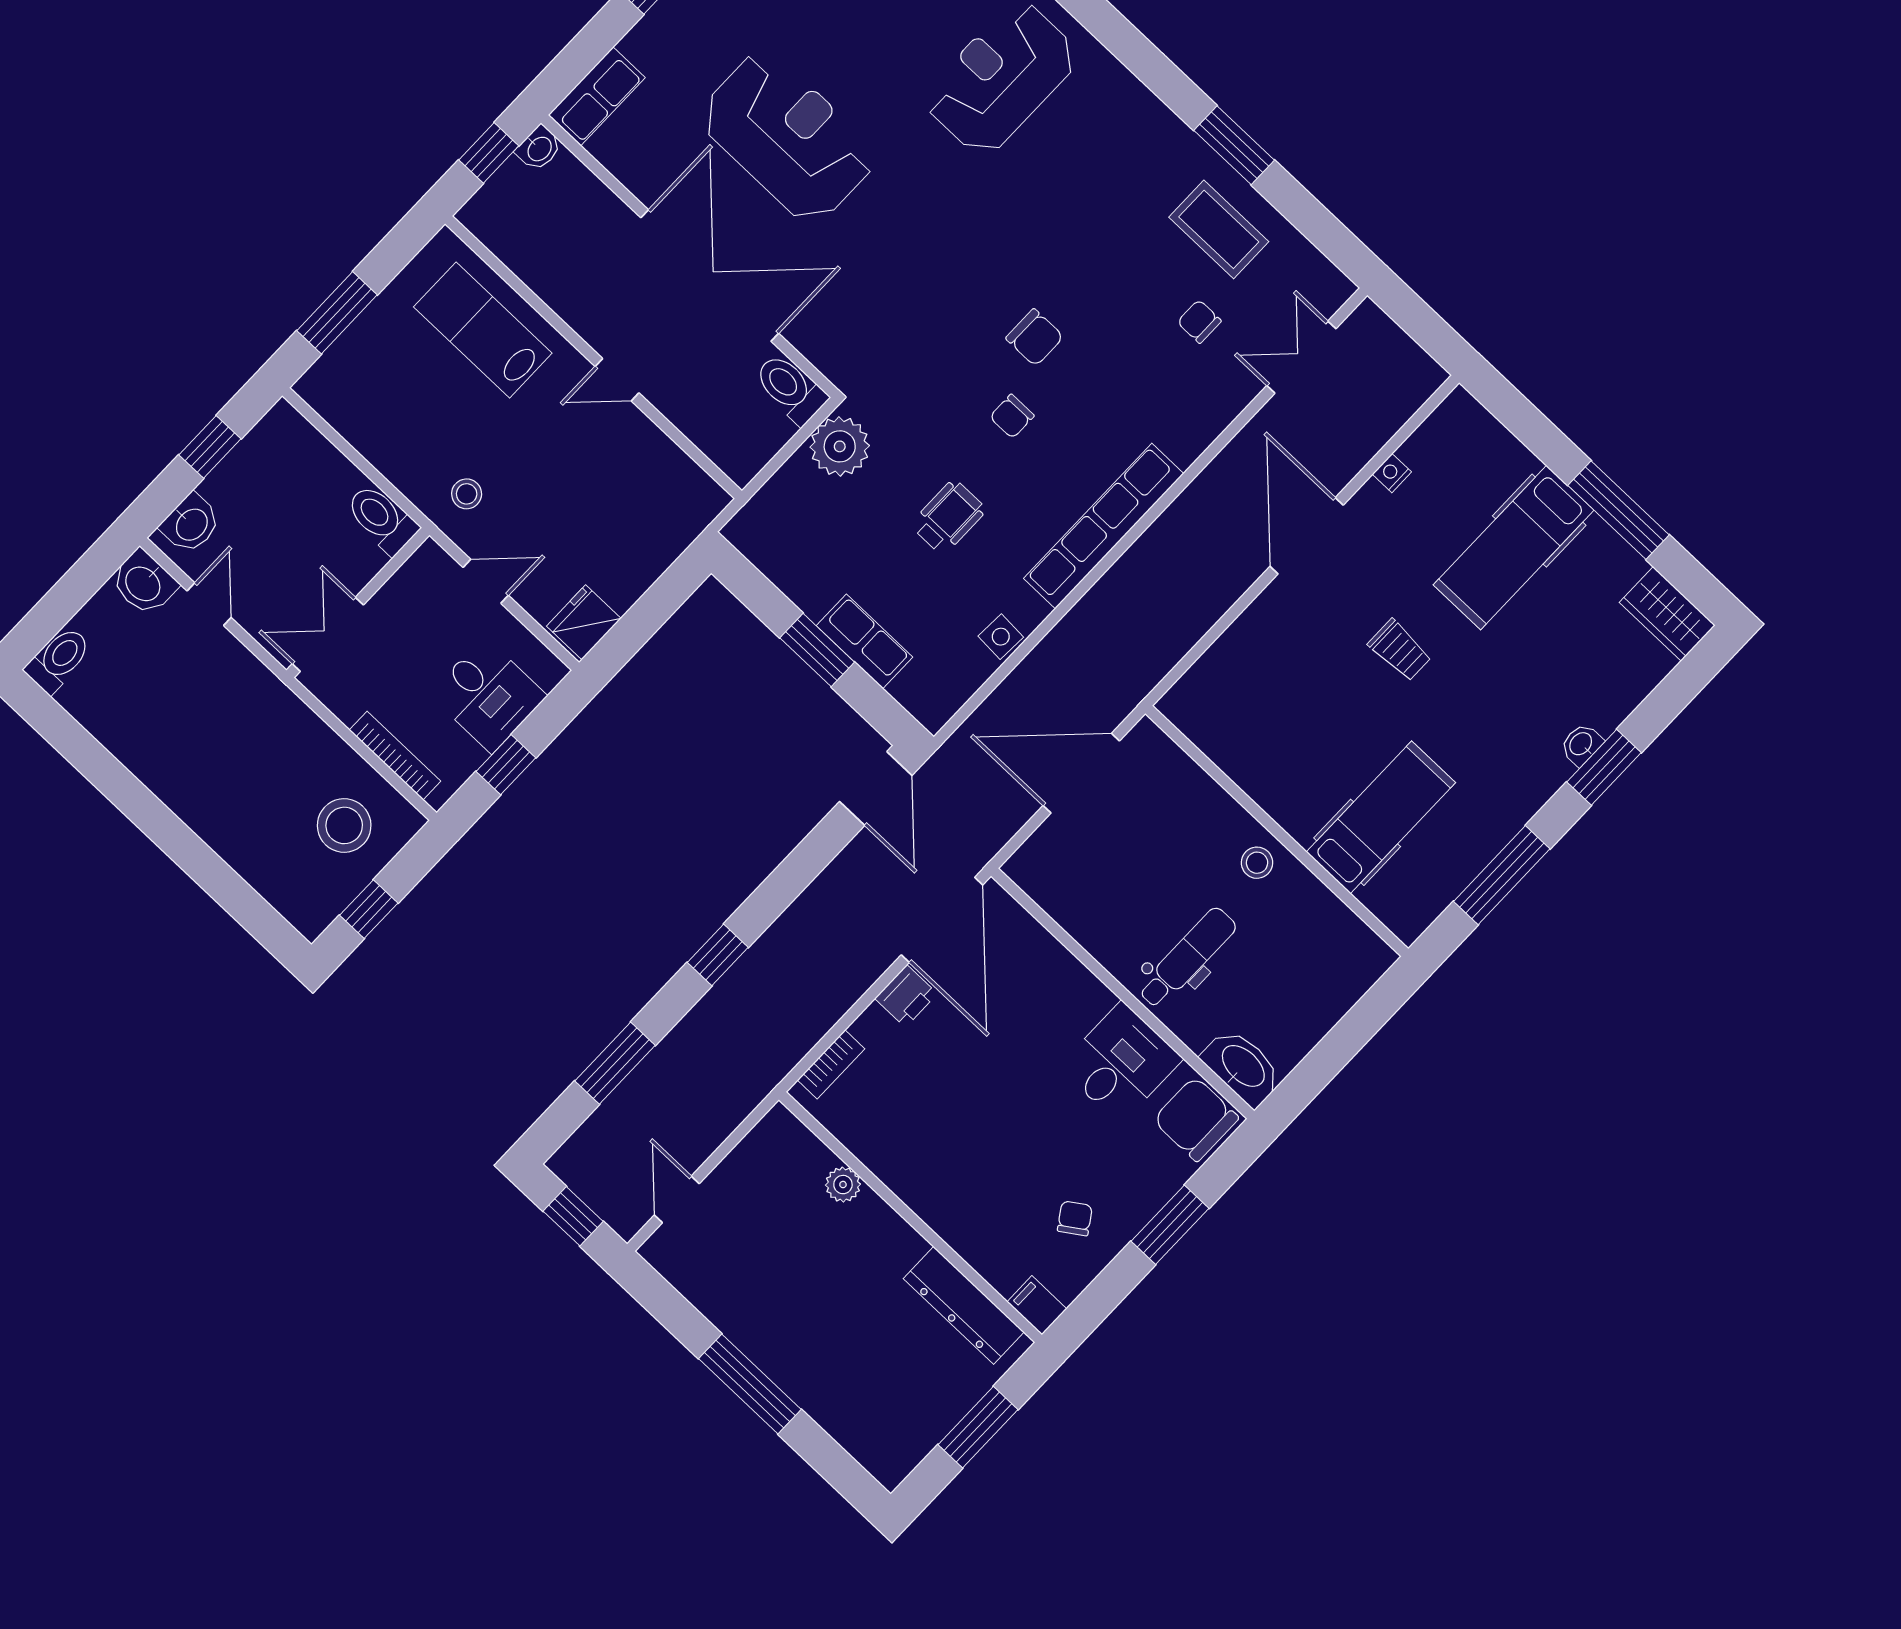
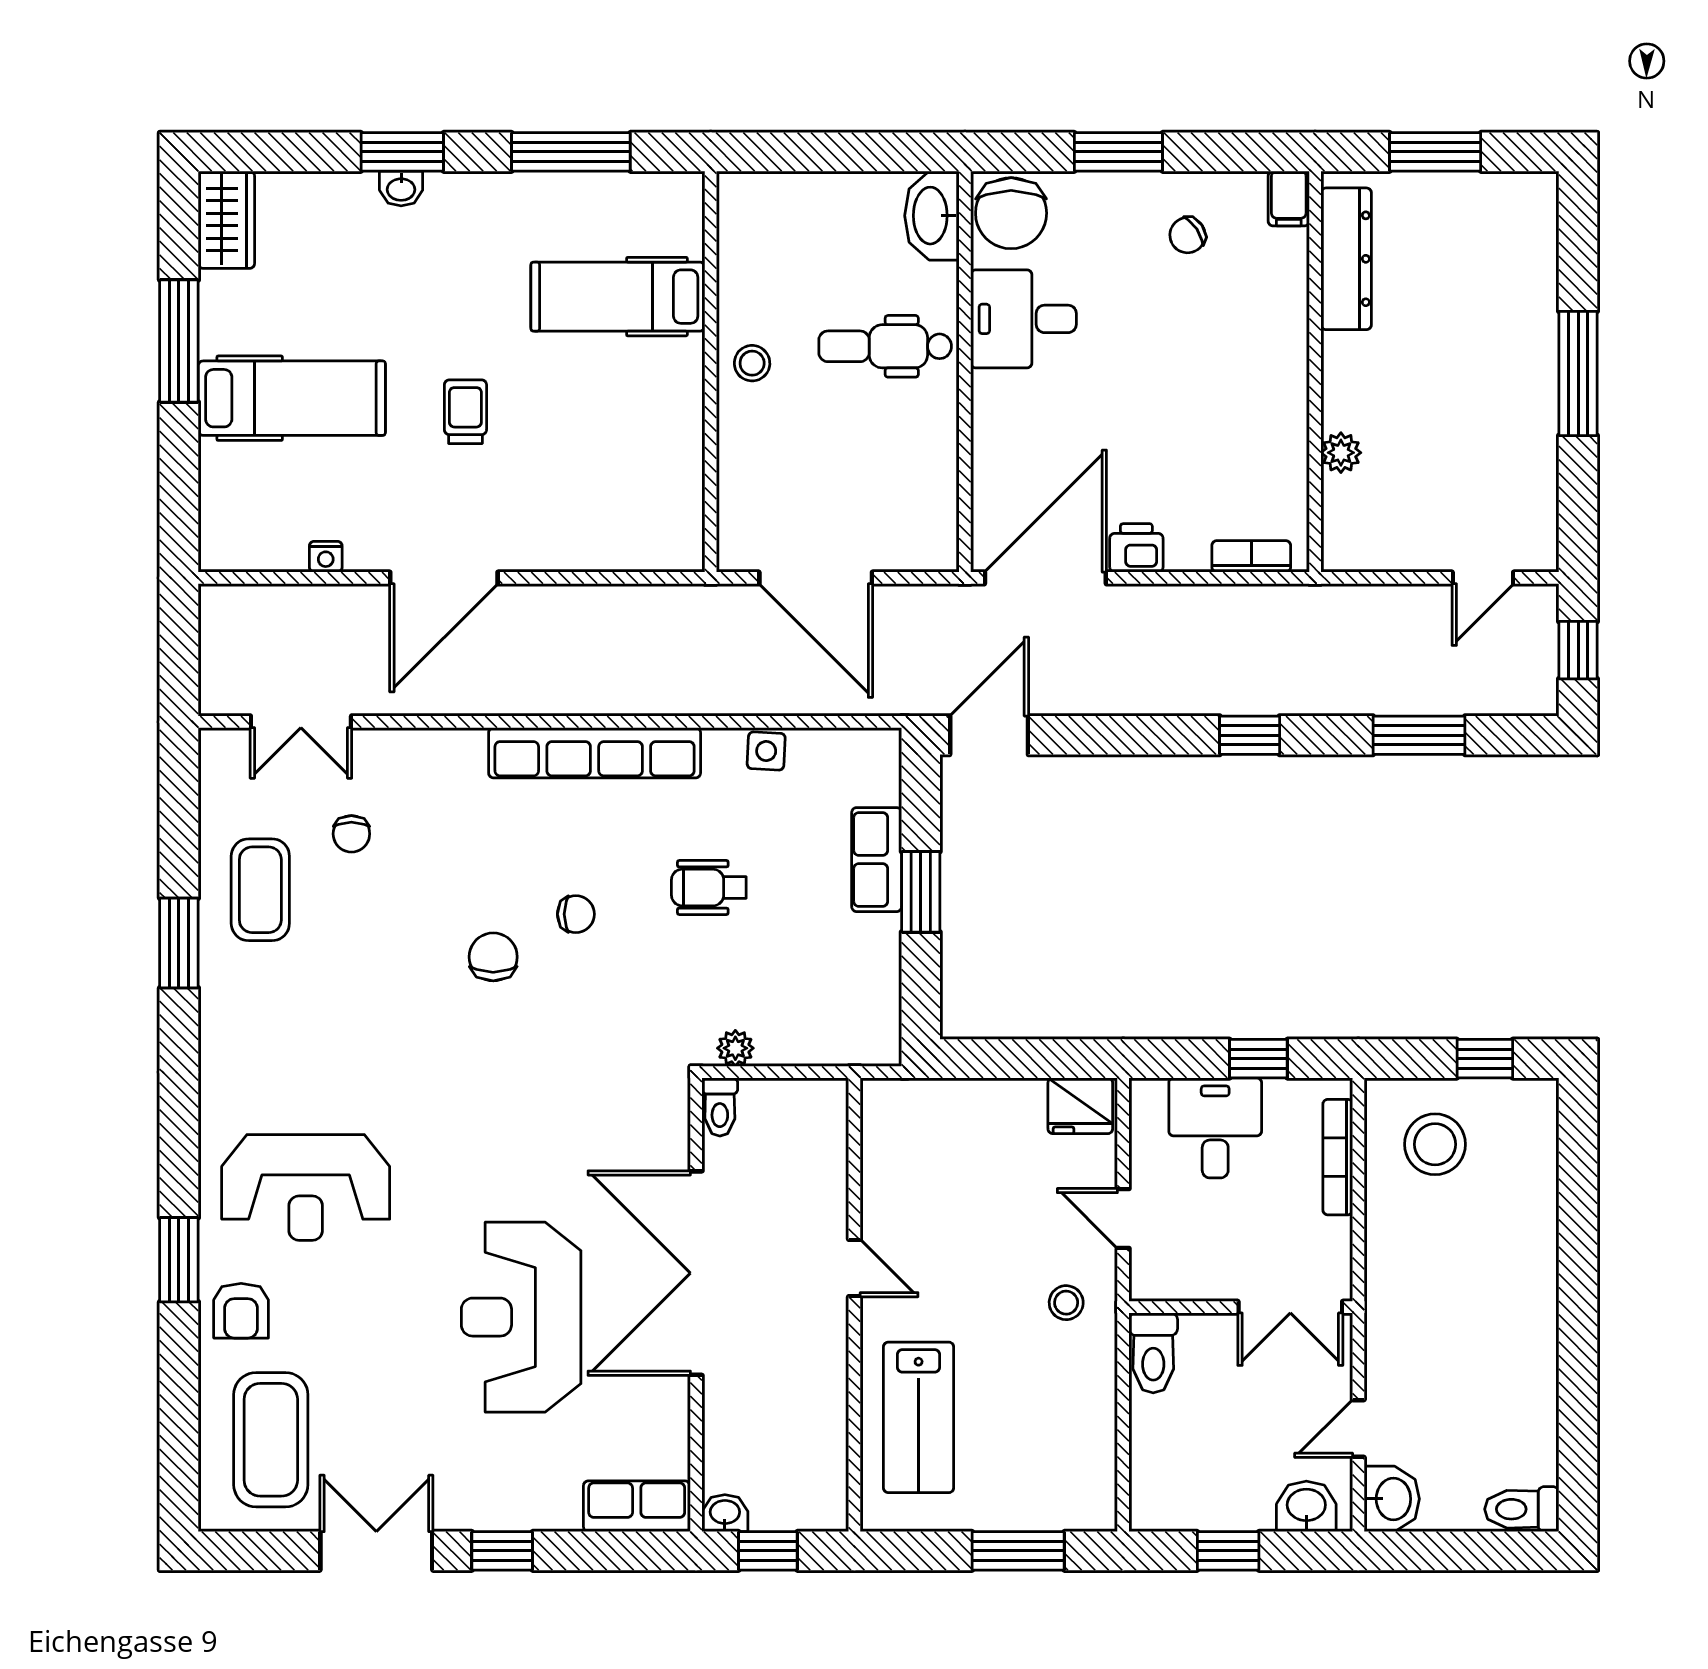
toilet: (790, 389) -> (720, 1107), width x0.73, depth x0.72
plant: (840, 446) -> (735, 1048), width x0.53, depth x0.53

